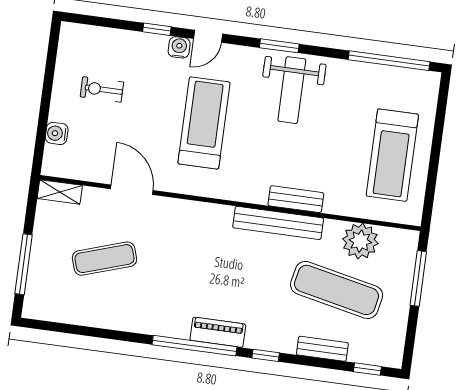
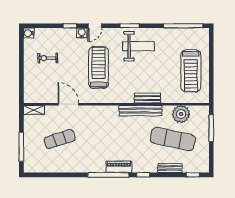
weight bench: (292, 90) -> (139, 46), turned -90
water cooler: (57, 133) -> (29, 33), moved

